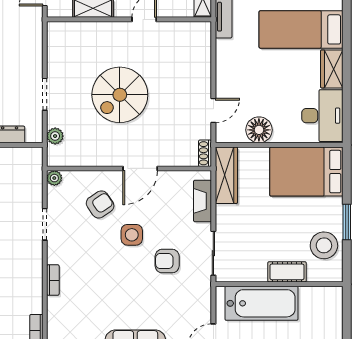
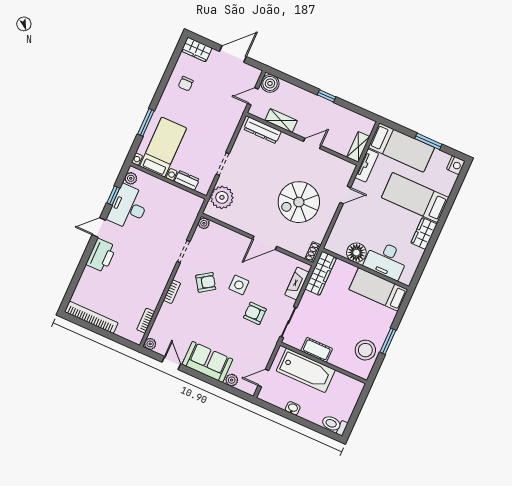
dresser: (75, 31) -> (262, 130), added
spiral stairs: (120, 95) -> (299, 202), moved
door: (213, 111) -> (345, 195), moved
desk: (322, 116) -> (386, 260), moved, turned 90
plant: (55, 136) -> (222, 197), width x1.88, depth x1.88
bed: (306, 172) -> (378, 289), width x0.67
armchair: (100, 204) -> (206, 282), moved
cot: (287, 272) -> (317, 350), moved

